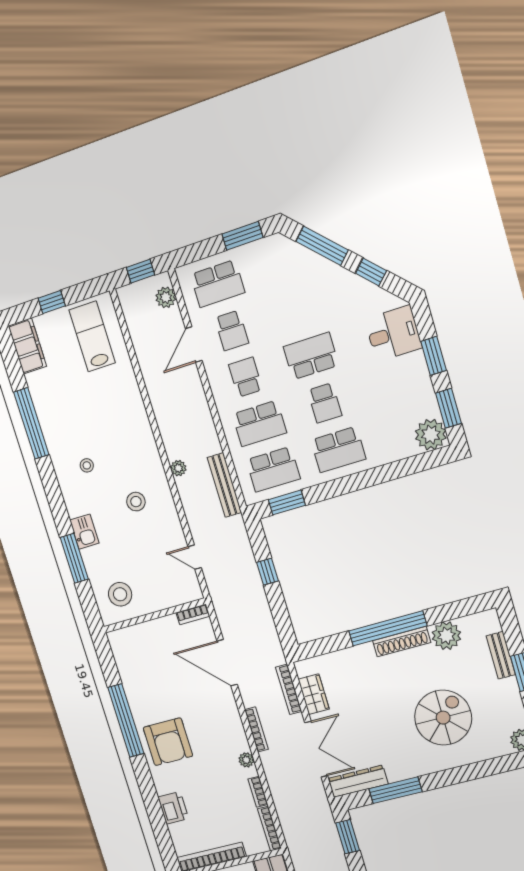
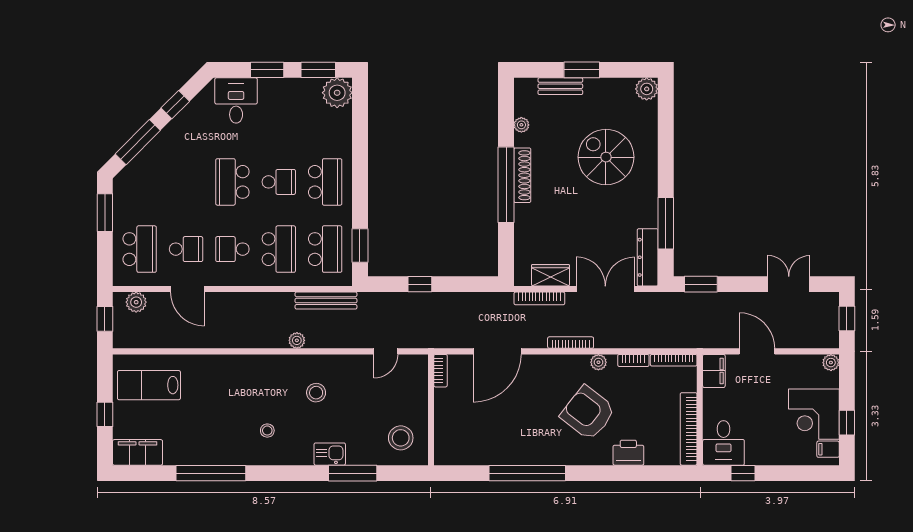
plant: (446, 636) -> (521, 125), width x0.53, depth x0.53
armchair: (168, 742) -> (588, 413), moved, turned -142

